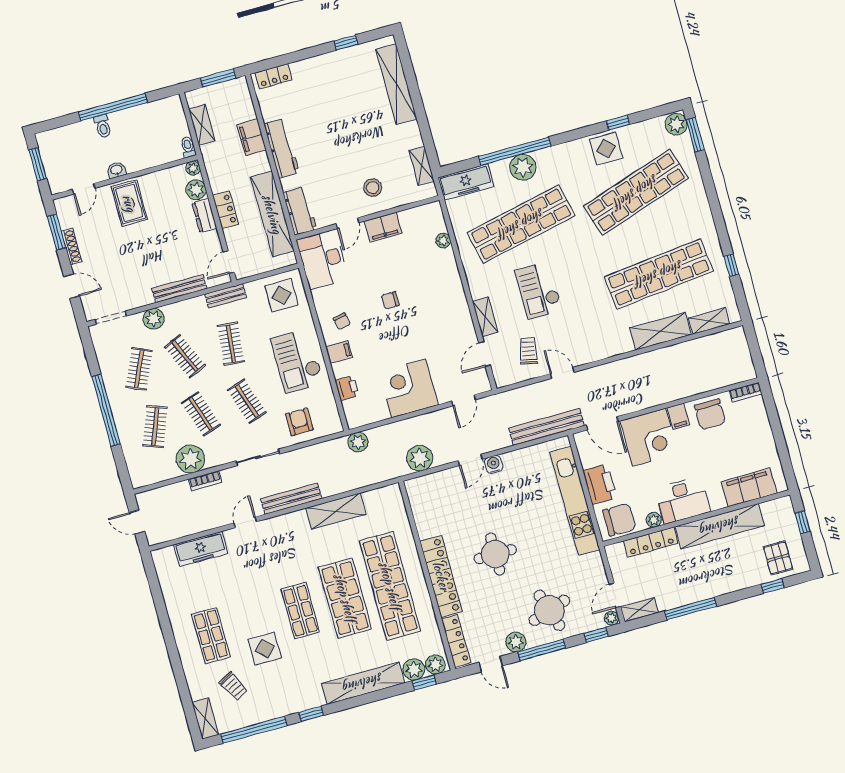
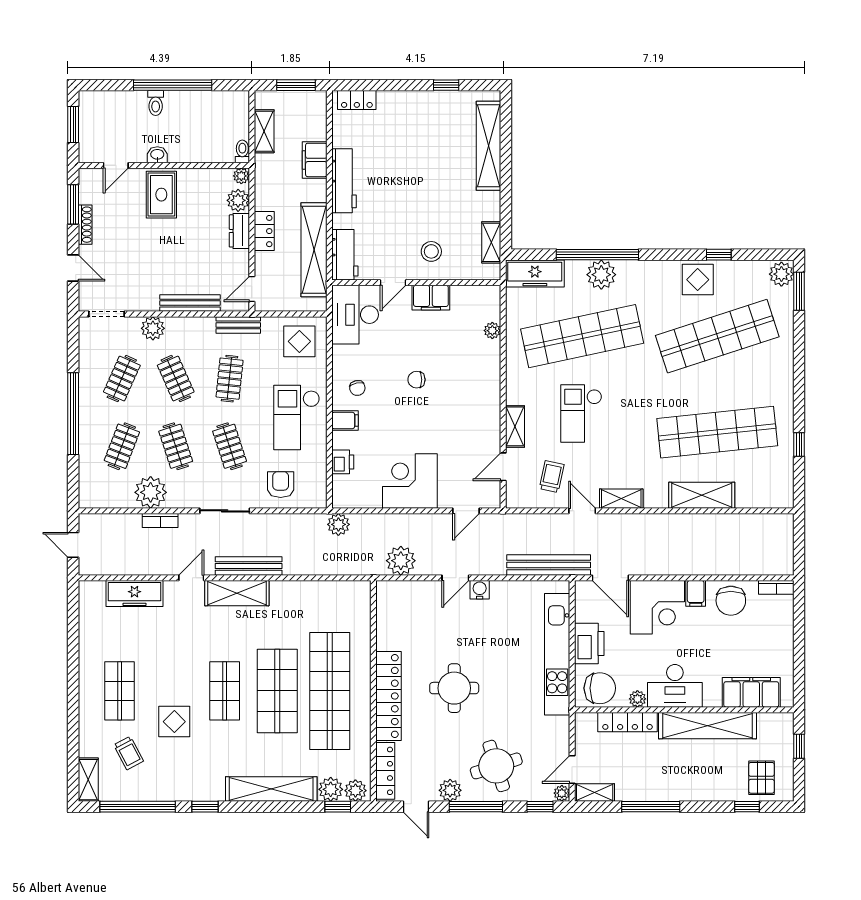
shelving: (709, 321) -> (621, 499), moved
shelving: (336, 511) -> (237, 593), moved

